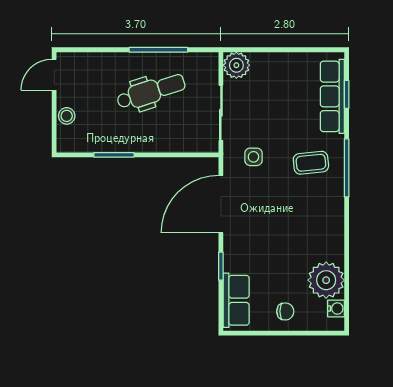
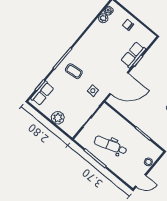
plant: (236, 65) -> (58, 118), moved
row of seats: (332, 96) -> (42, 93), width x0.68
plant: (326, 280) -> (103, 18), width x0.53, depth x0.53
row of seats: (236, 300) -> (133, 55), moved

